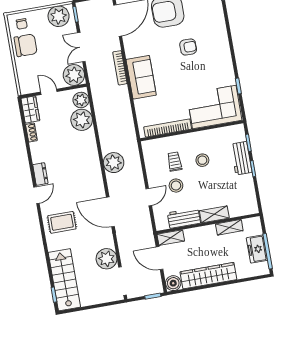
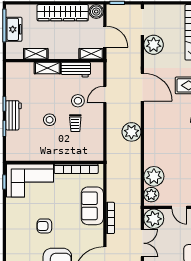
corner sofa: (214, 107) -> (30, 180), moved
bookcase: (168, 128) -> (76, 169), moved
wall: (192, 131) -> (55, 162), moved

